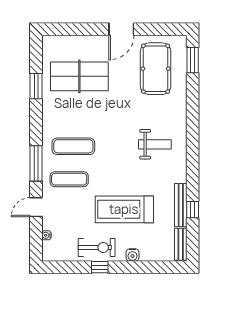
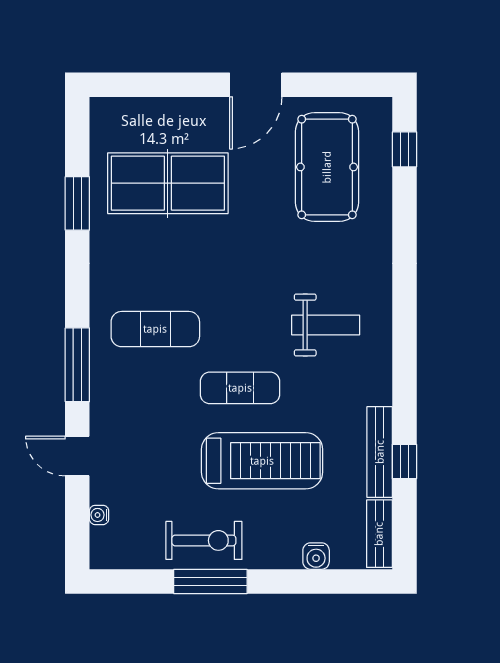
window: (193, 60) -> (404, 149), width x0.67
exercise mat: (69, 179) -> (240, 388), moved
door: (36, 207) -> (77, 456), hinge flipped
treadmill: (124, 209) -> (262, 461), turned 180
water cooler: (133, 255) -> (316, 556), moved
window: (100, 267) -> (210, 581), width x2.17

